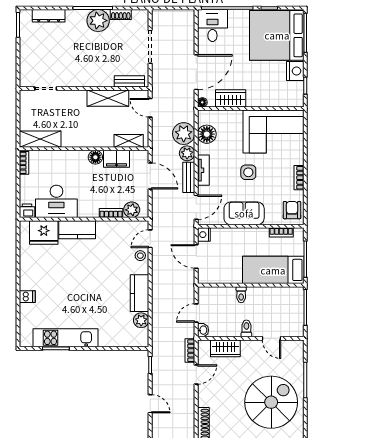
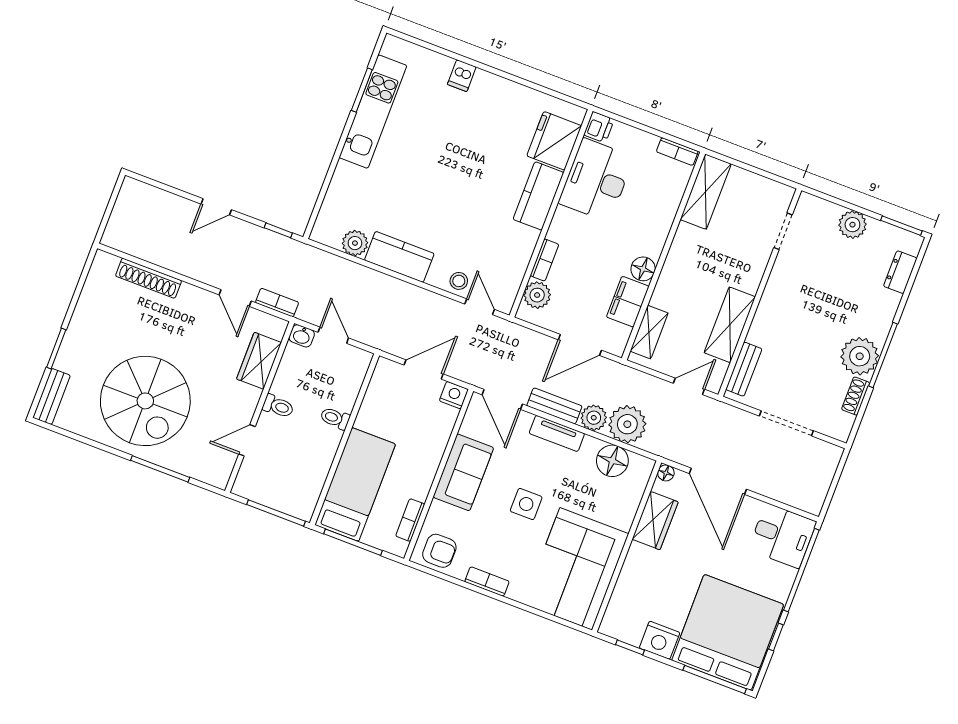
dresser: (49, 16) -> (900, 272), width x0.70
plant: (28, 52) -> (852, 225), added

